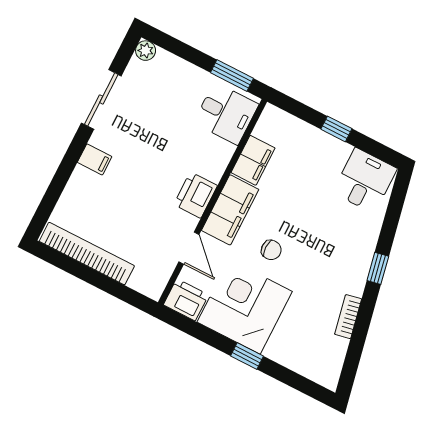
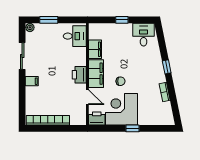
window: (232, 75) -> (49, 20), moved

